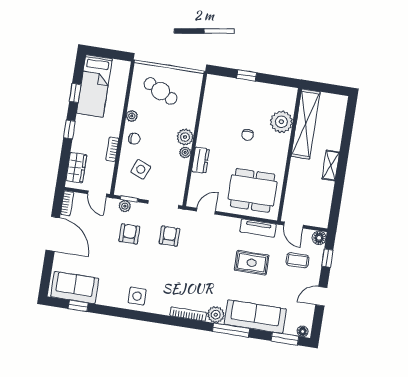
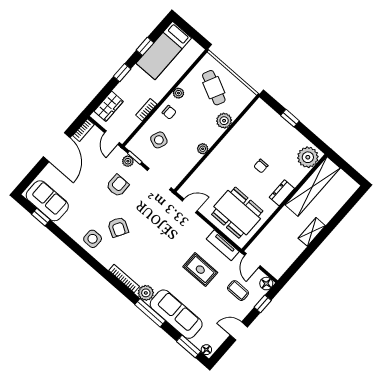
plant: (281, 122) -> (308, 157), moved
plant: (185, 137) -> (224, 121), moved
dresser: (200, 160) -> (282, 193), moved, turned 180
armchair: (169, 236) -> (118, 227), moved, turned 120

